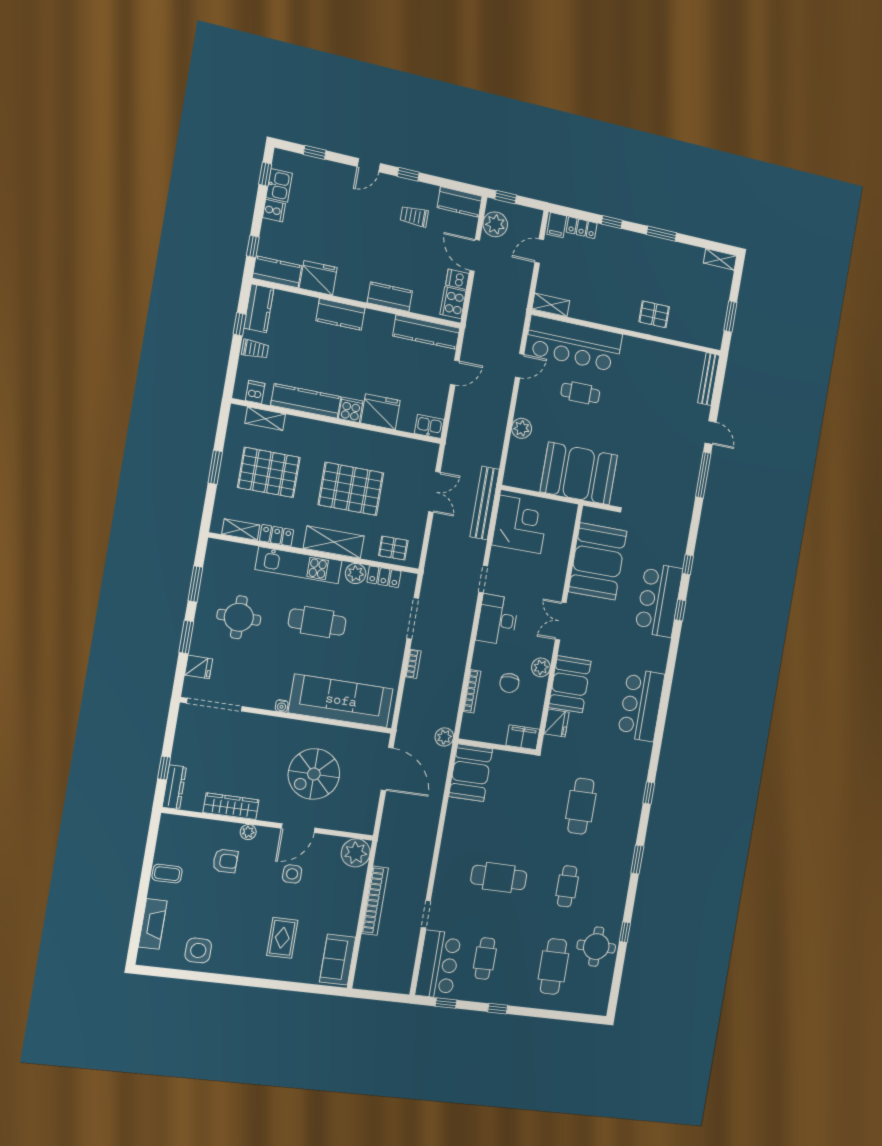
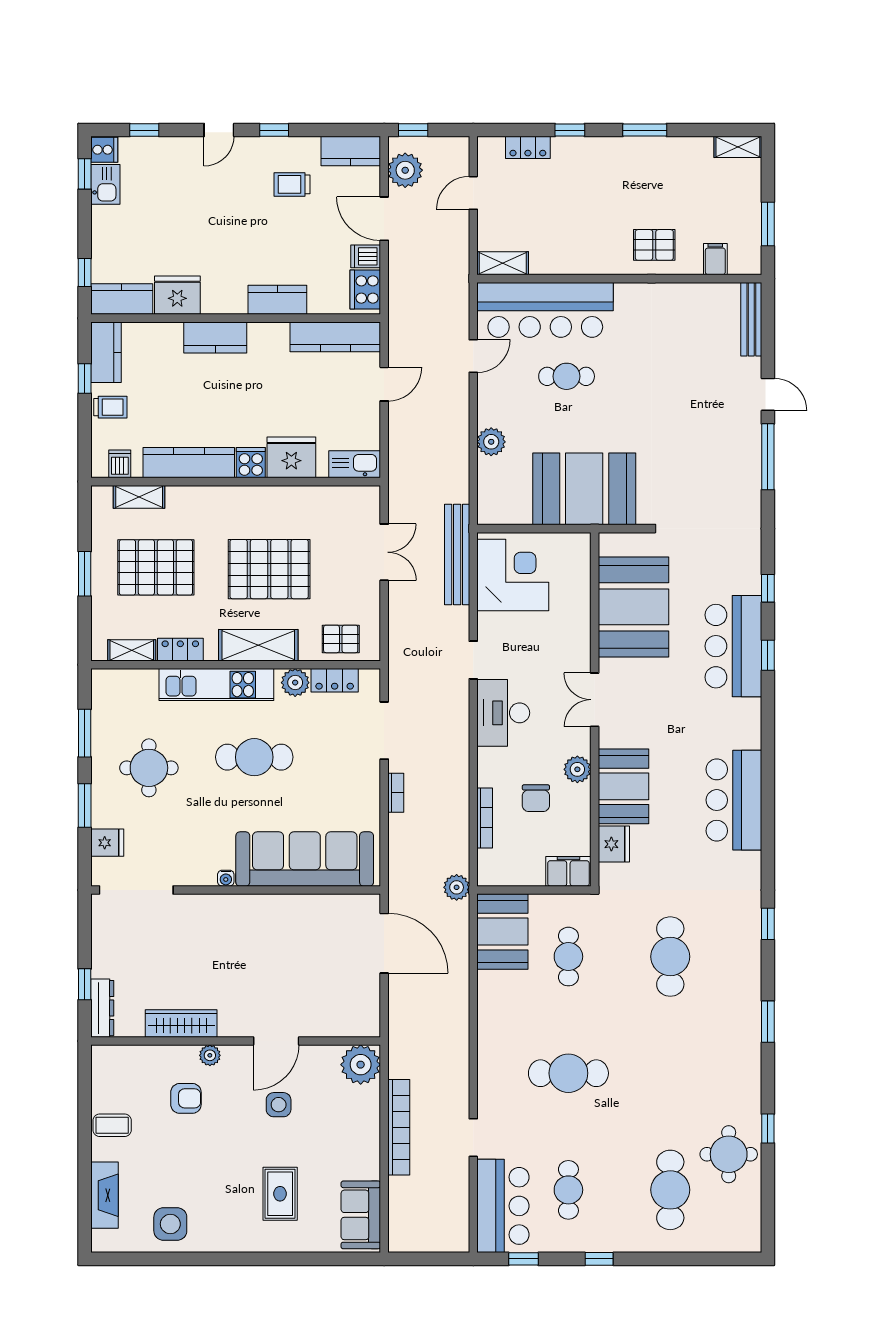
cooker: (274, 211) -> (104, 150), moved
filing cabinet: (557, 225) -> (715, 259), moved, turned 180
kitchen sink: (429, 426) -> (355, 464), width x1.38
spiral stairs: (314, 774) -> (285, 964), removed
cafe table: (567, 886) -> (568, 957), moved

